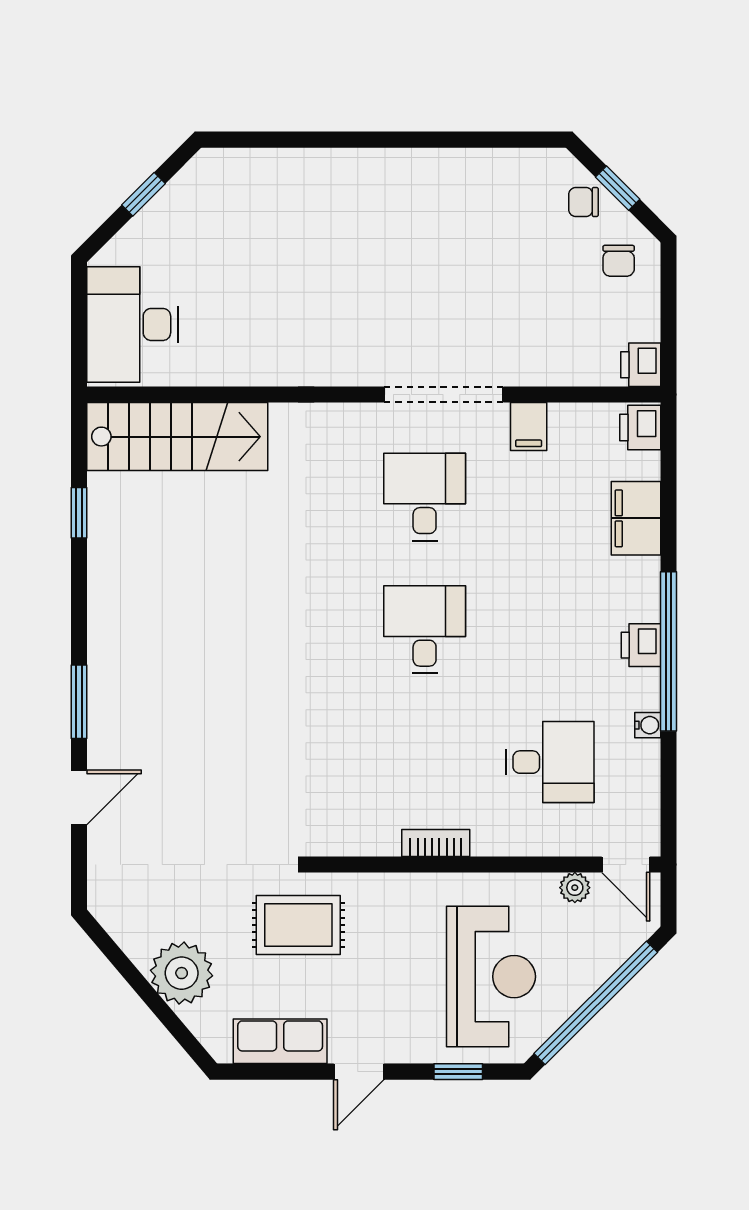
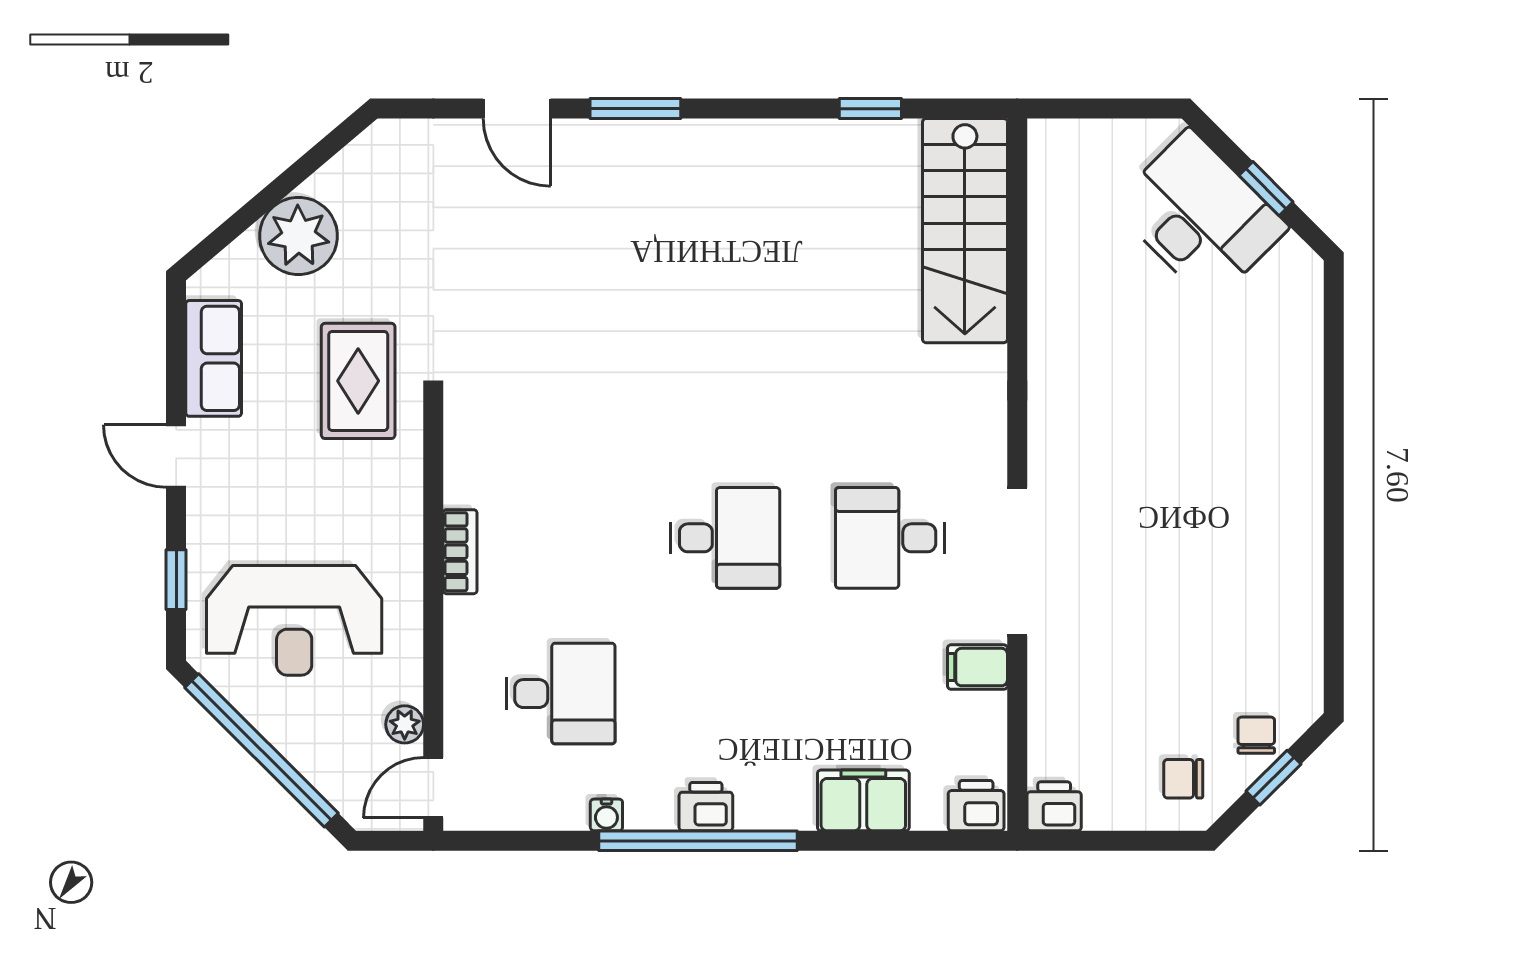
desk: (132, 324) -> (1200, 216), moved, turned 45
desk: (425, 497) -> (890, 538), turned 180
desk: (550, 762) -> (561, 694), turned -90

